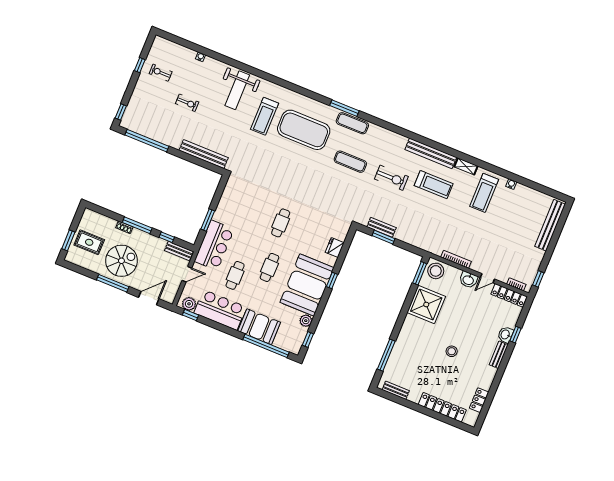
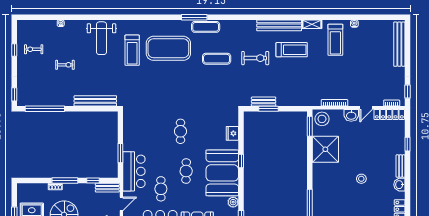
washbasin: (505, 335) -> (399, 185), moved

